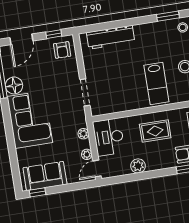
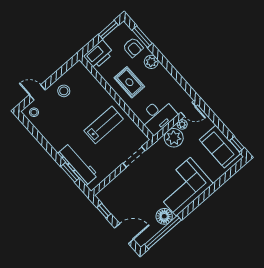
window: (168, 16) -> (70, 172), moved
armchair: (62, 50) -> (112, 196), removed
lab bench: (156, 84) -> (104, 125), moved
plant: (83, 134) -> (174, 138), width x1.87, depth x1.87
plant: (138, 166) -> (151, 62), moved

